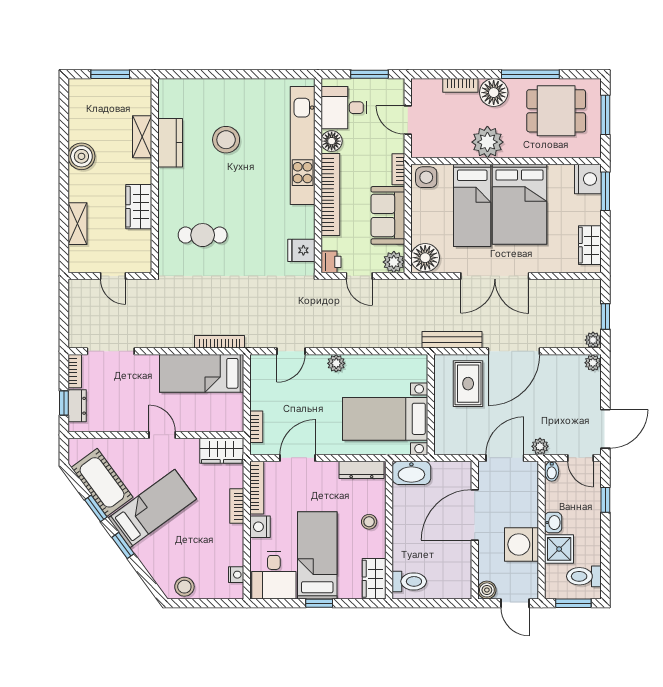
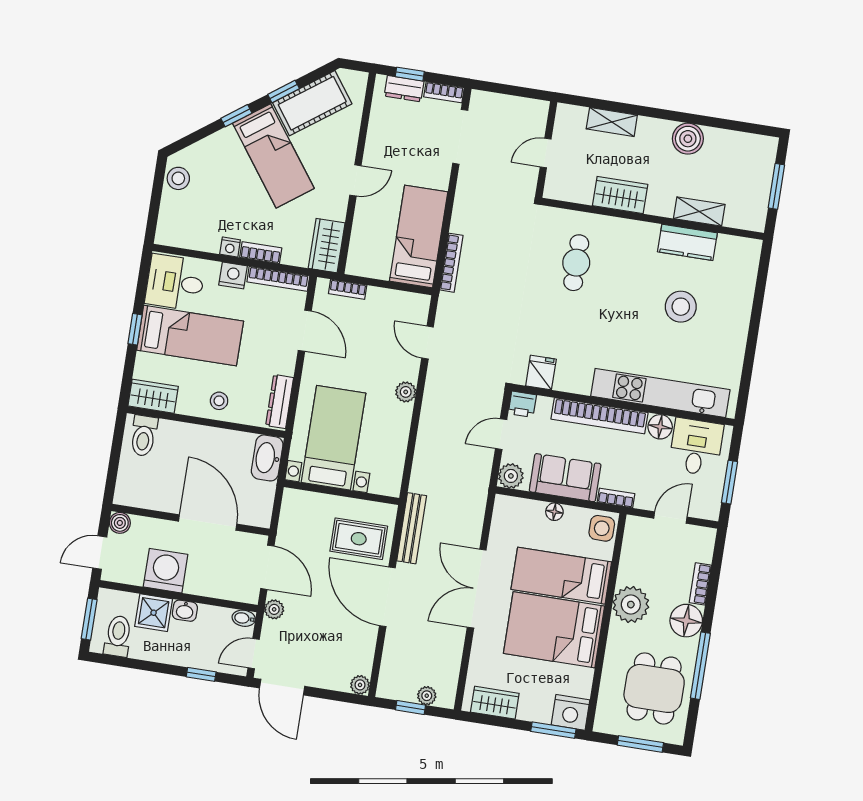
floor lamp: (425, 258) -> (554, 512), moved, width x0.53, depth x0.53
plant: (593, 340) -> (427, 696), moved
nightstand: (236, 575) -> (230, 247), moved

